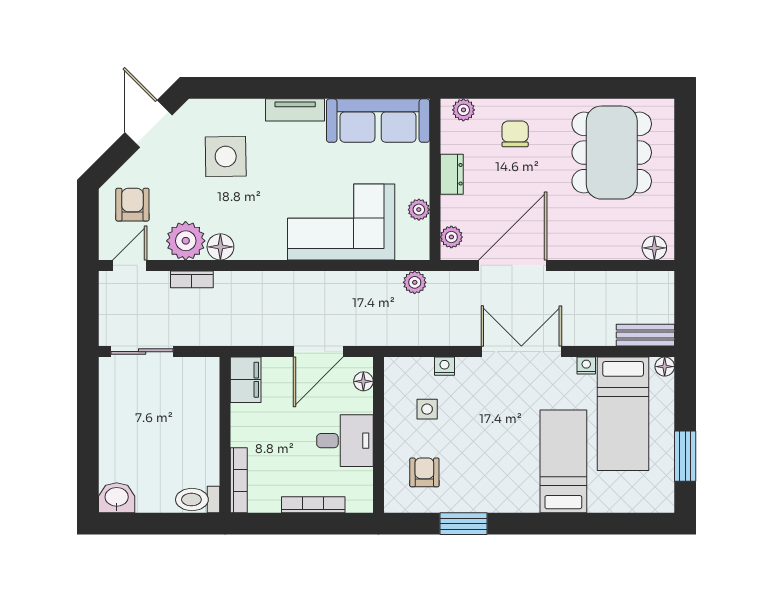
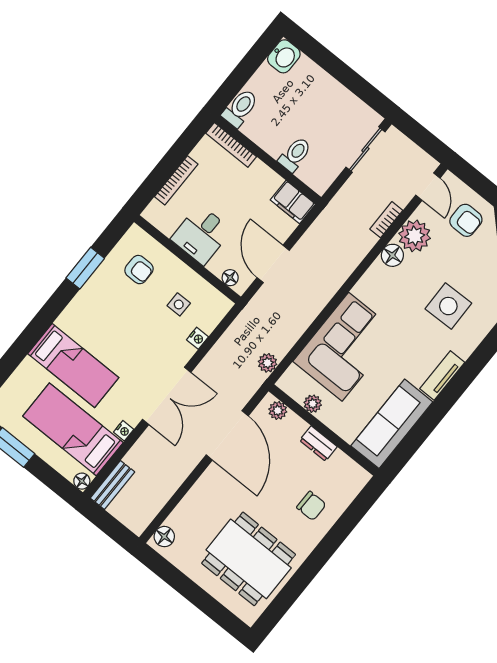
plant: (463, 110) -> (354, 485), removed
toilet: (200, 414) -> (295, 154), added

